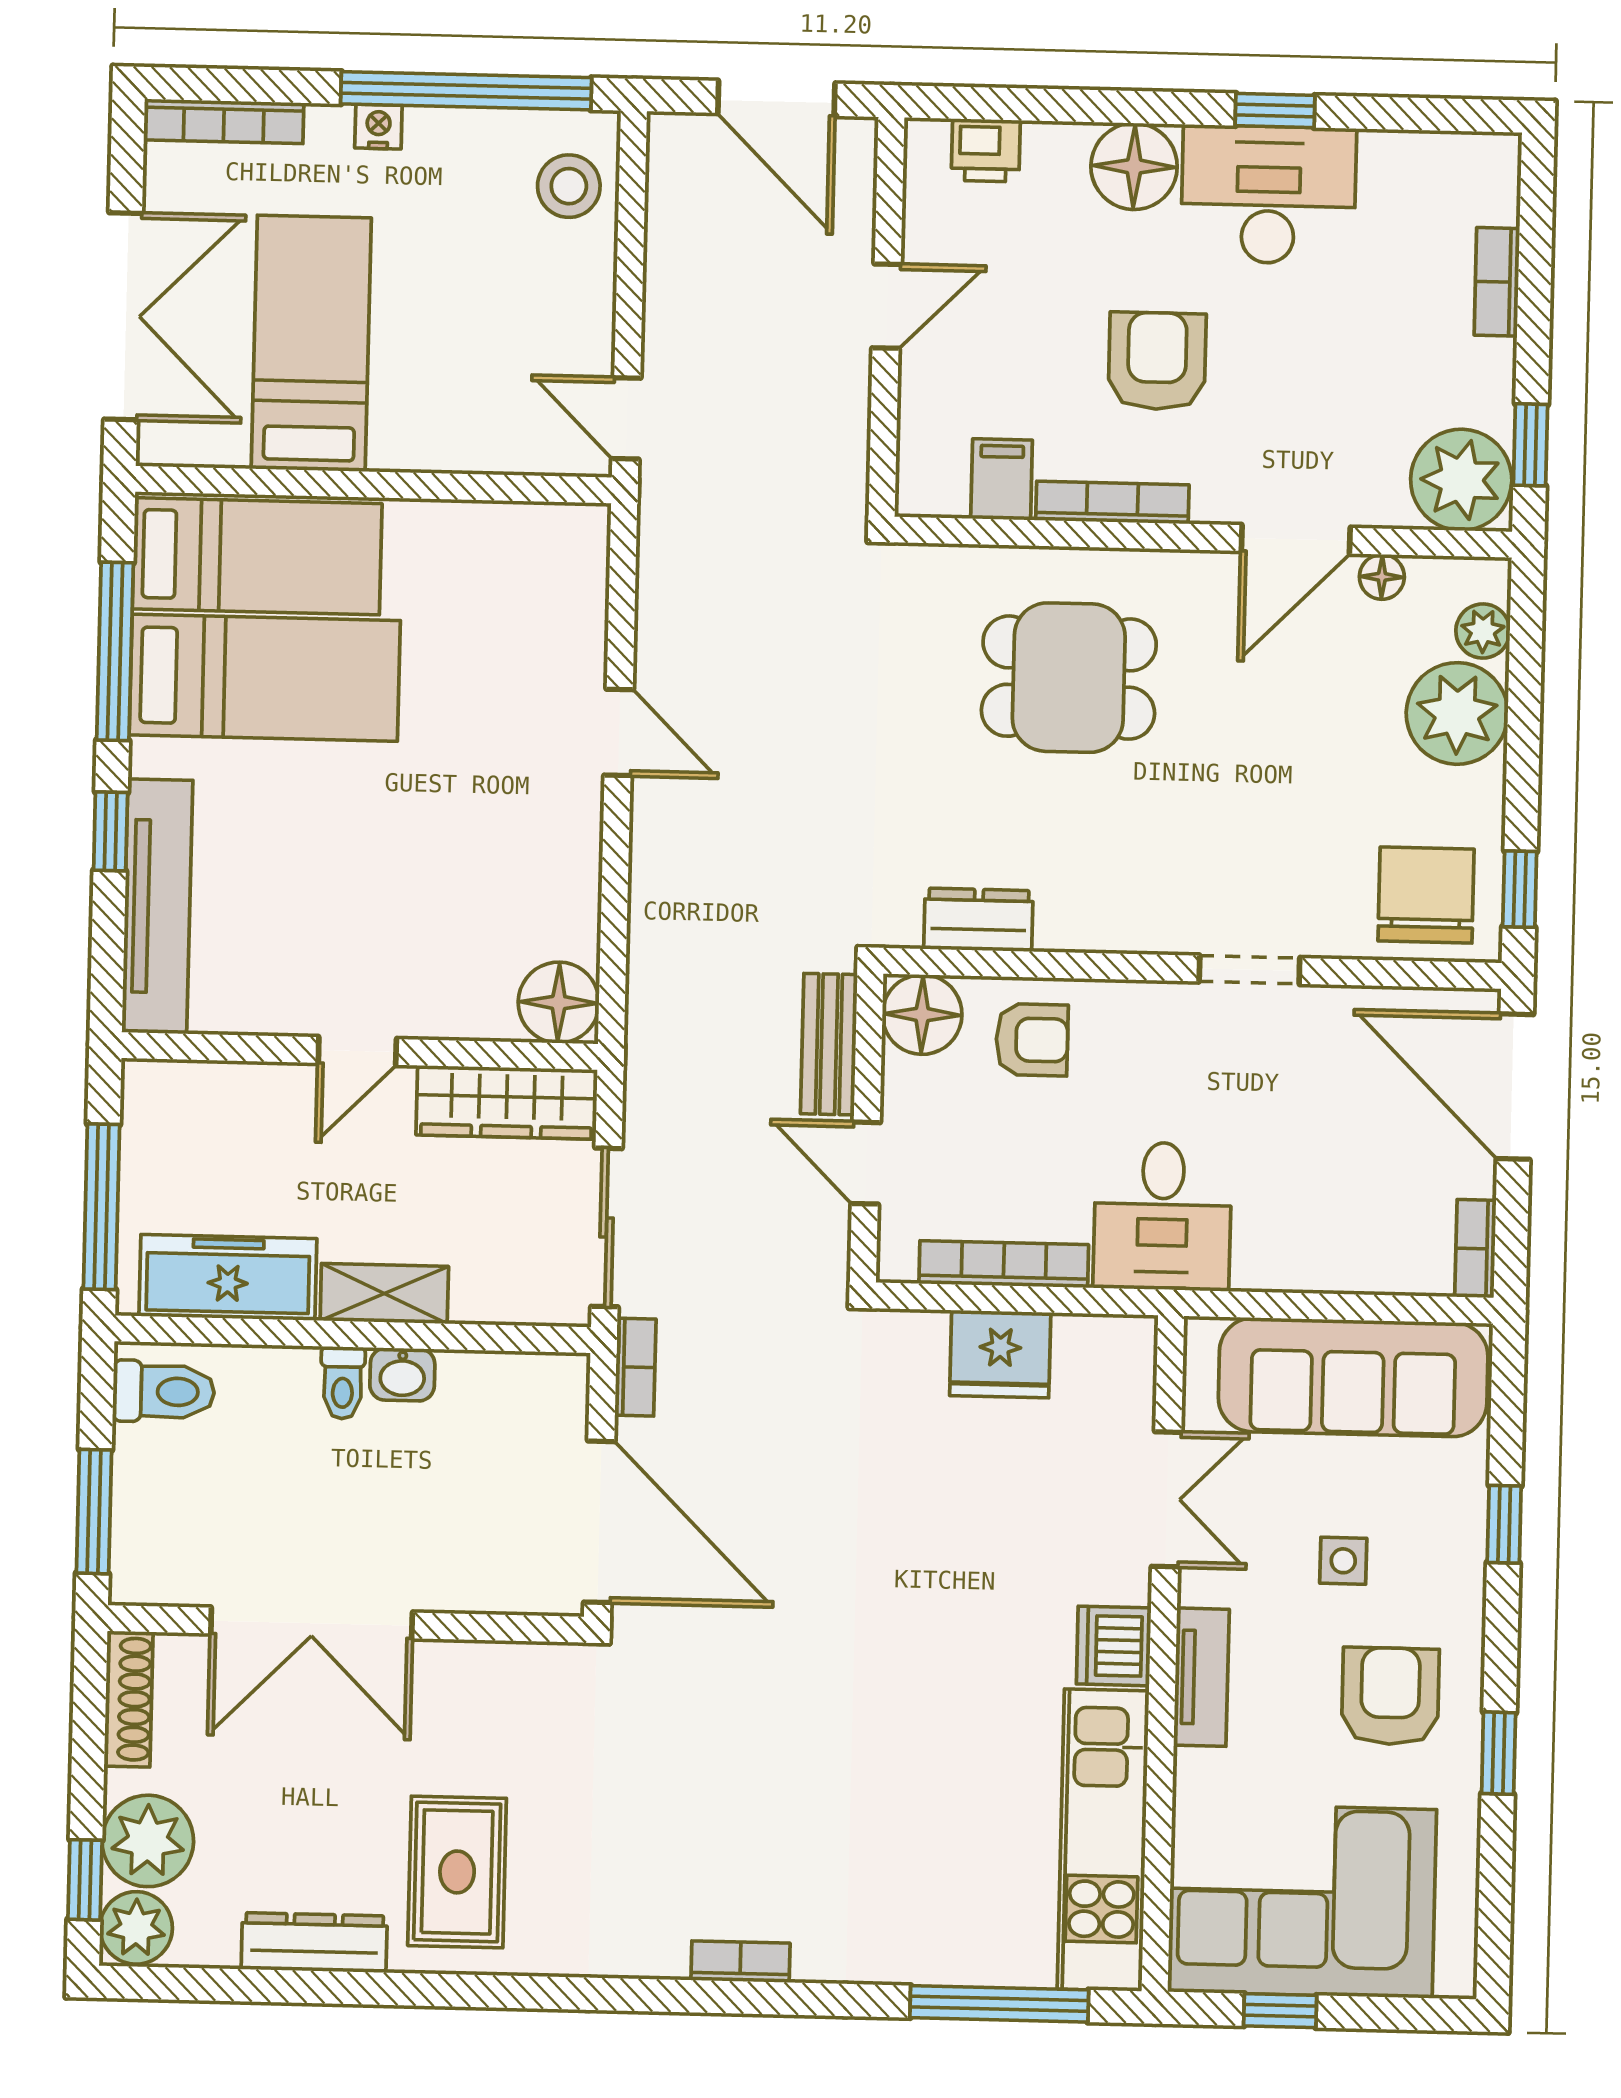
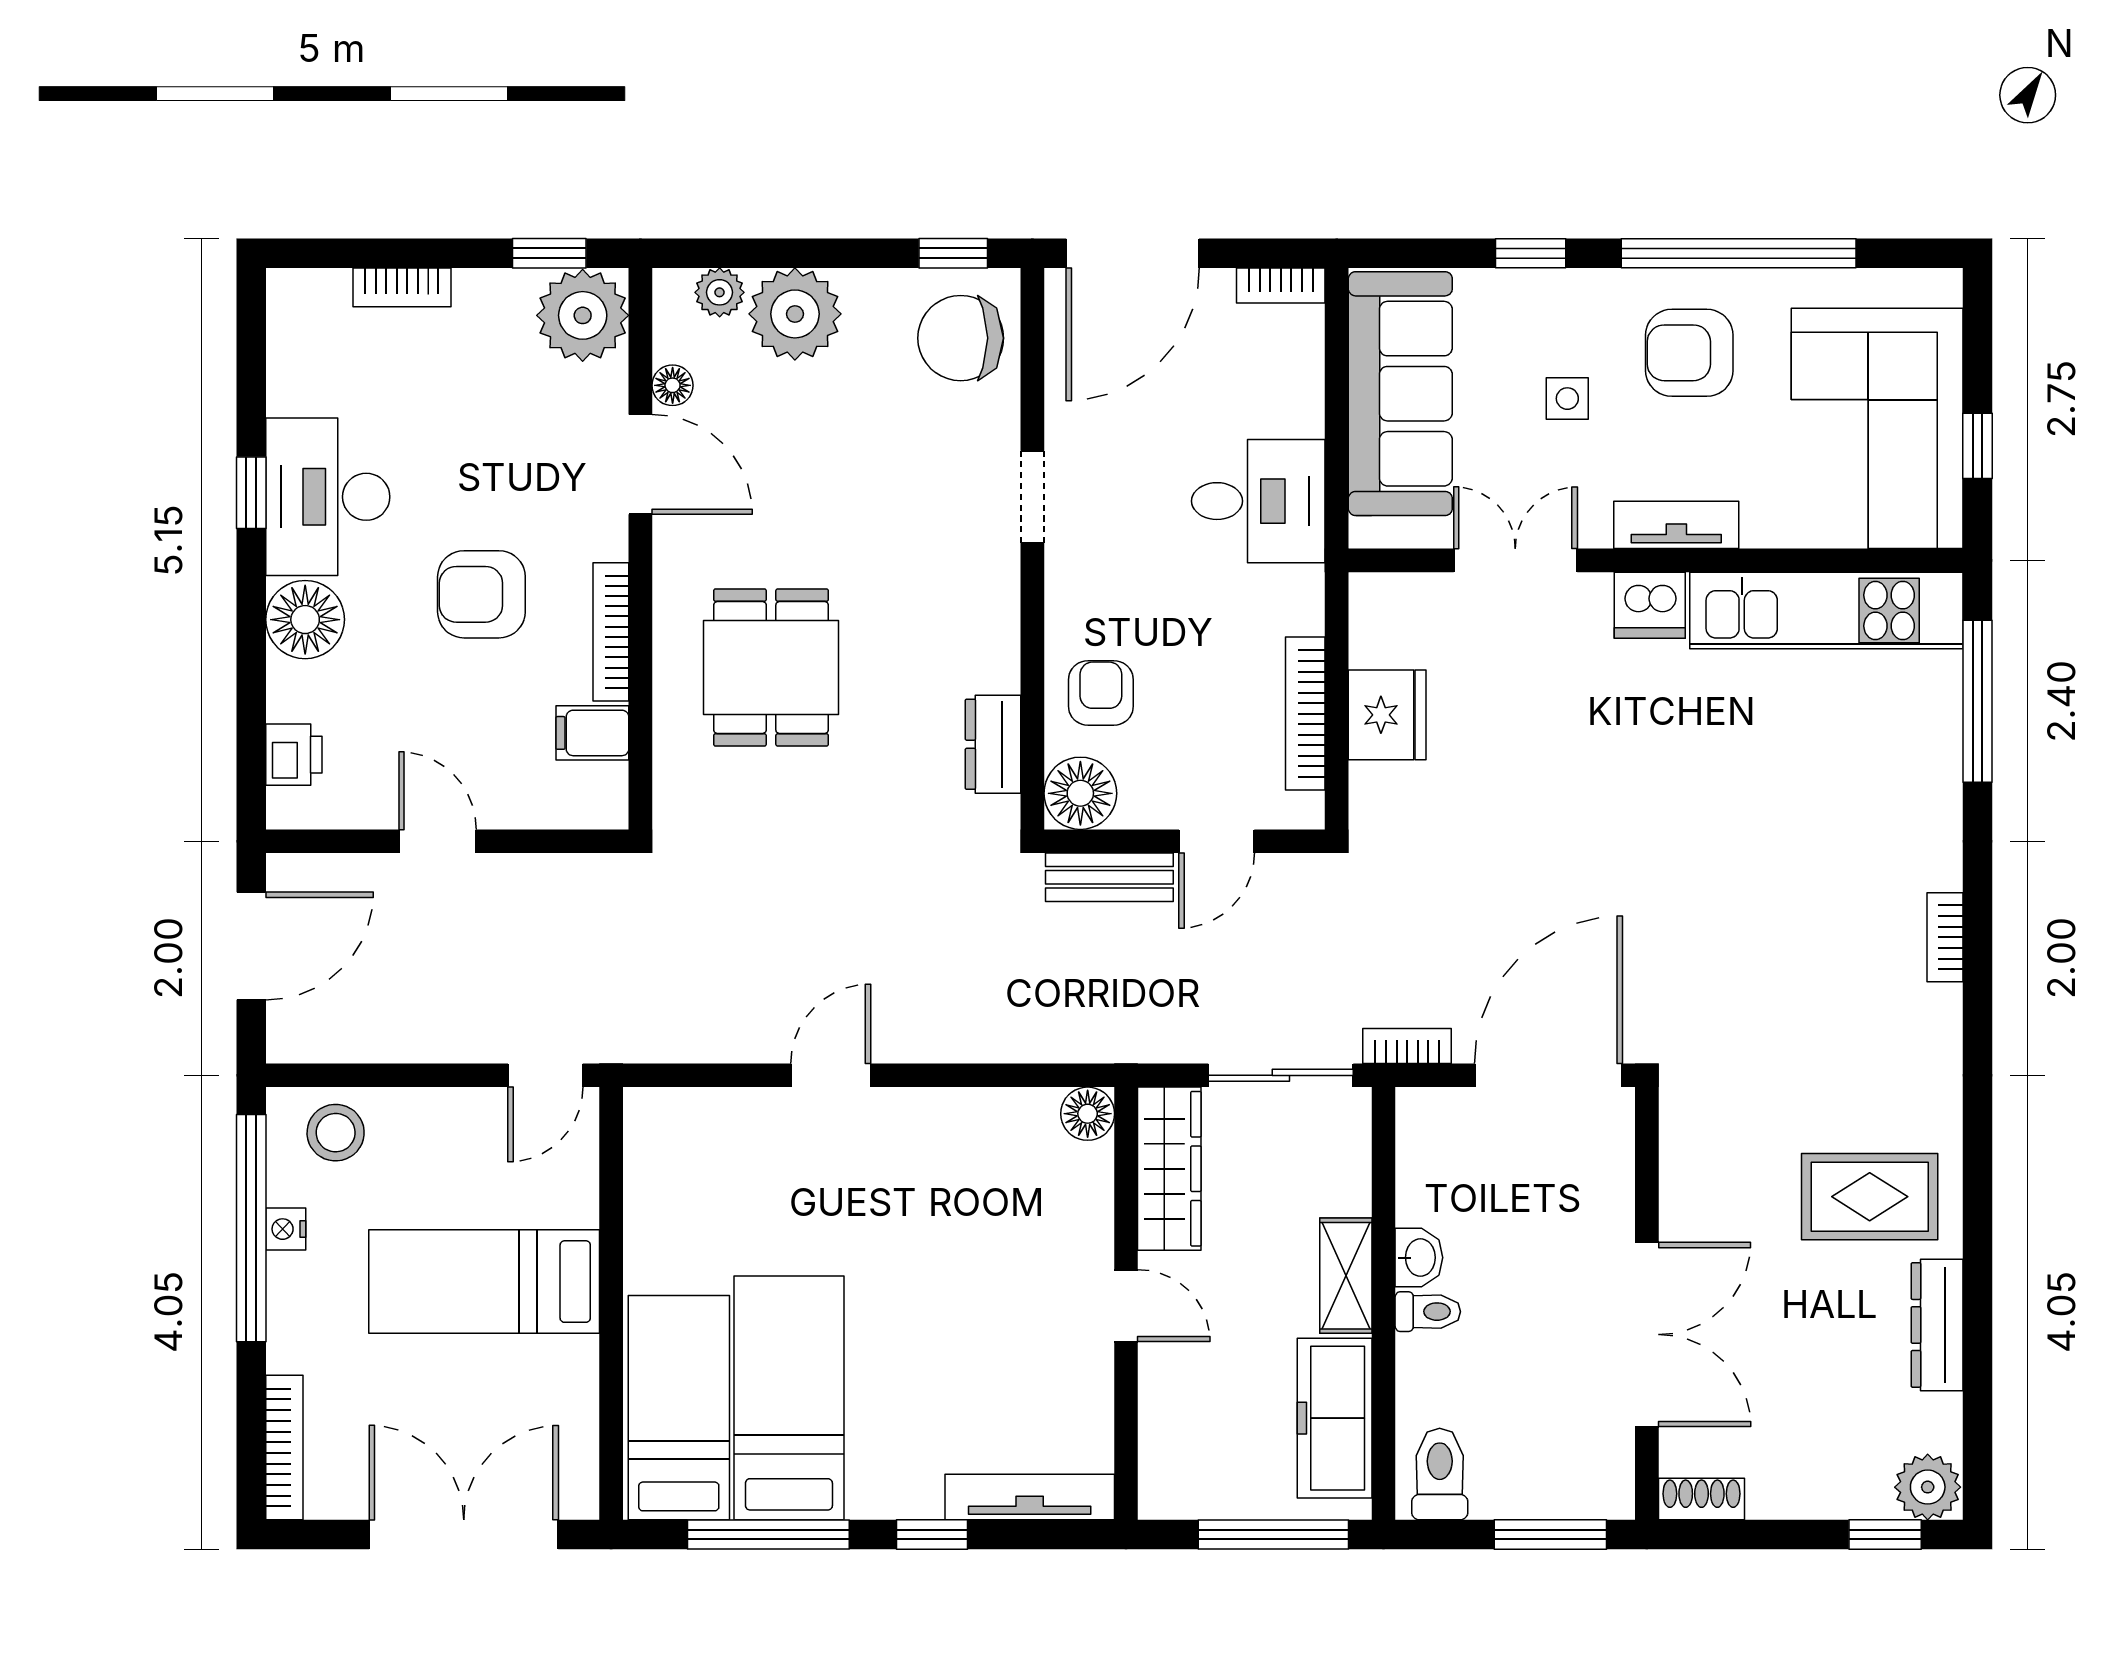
nightstand: (378, 127) -> (286, 1229), moved
bed: (311, 343) -> (484, 1282), moved
tv unit: (157, 906) -> (1030, 1497), width x0.73, depth x0.78
floor lamp: (559, 1003) -> (1088, 1114), width x0.73, depth x0.73
desk: (1162, 1216) -> (1258, 501), moved
shoe rack: (128, 1699) -> (1702, 1499), width x0.70
window: (1499, 1753) -> (1739, 253), width x3.17
plant: (148, 1841) -> (1848, 1478), removed

